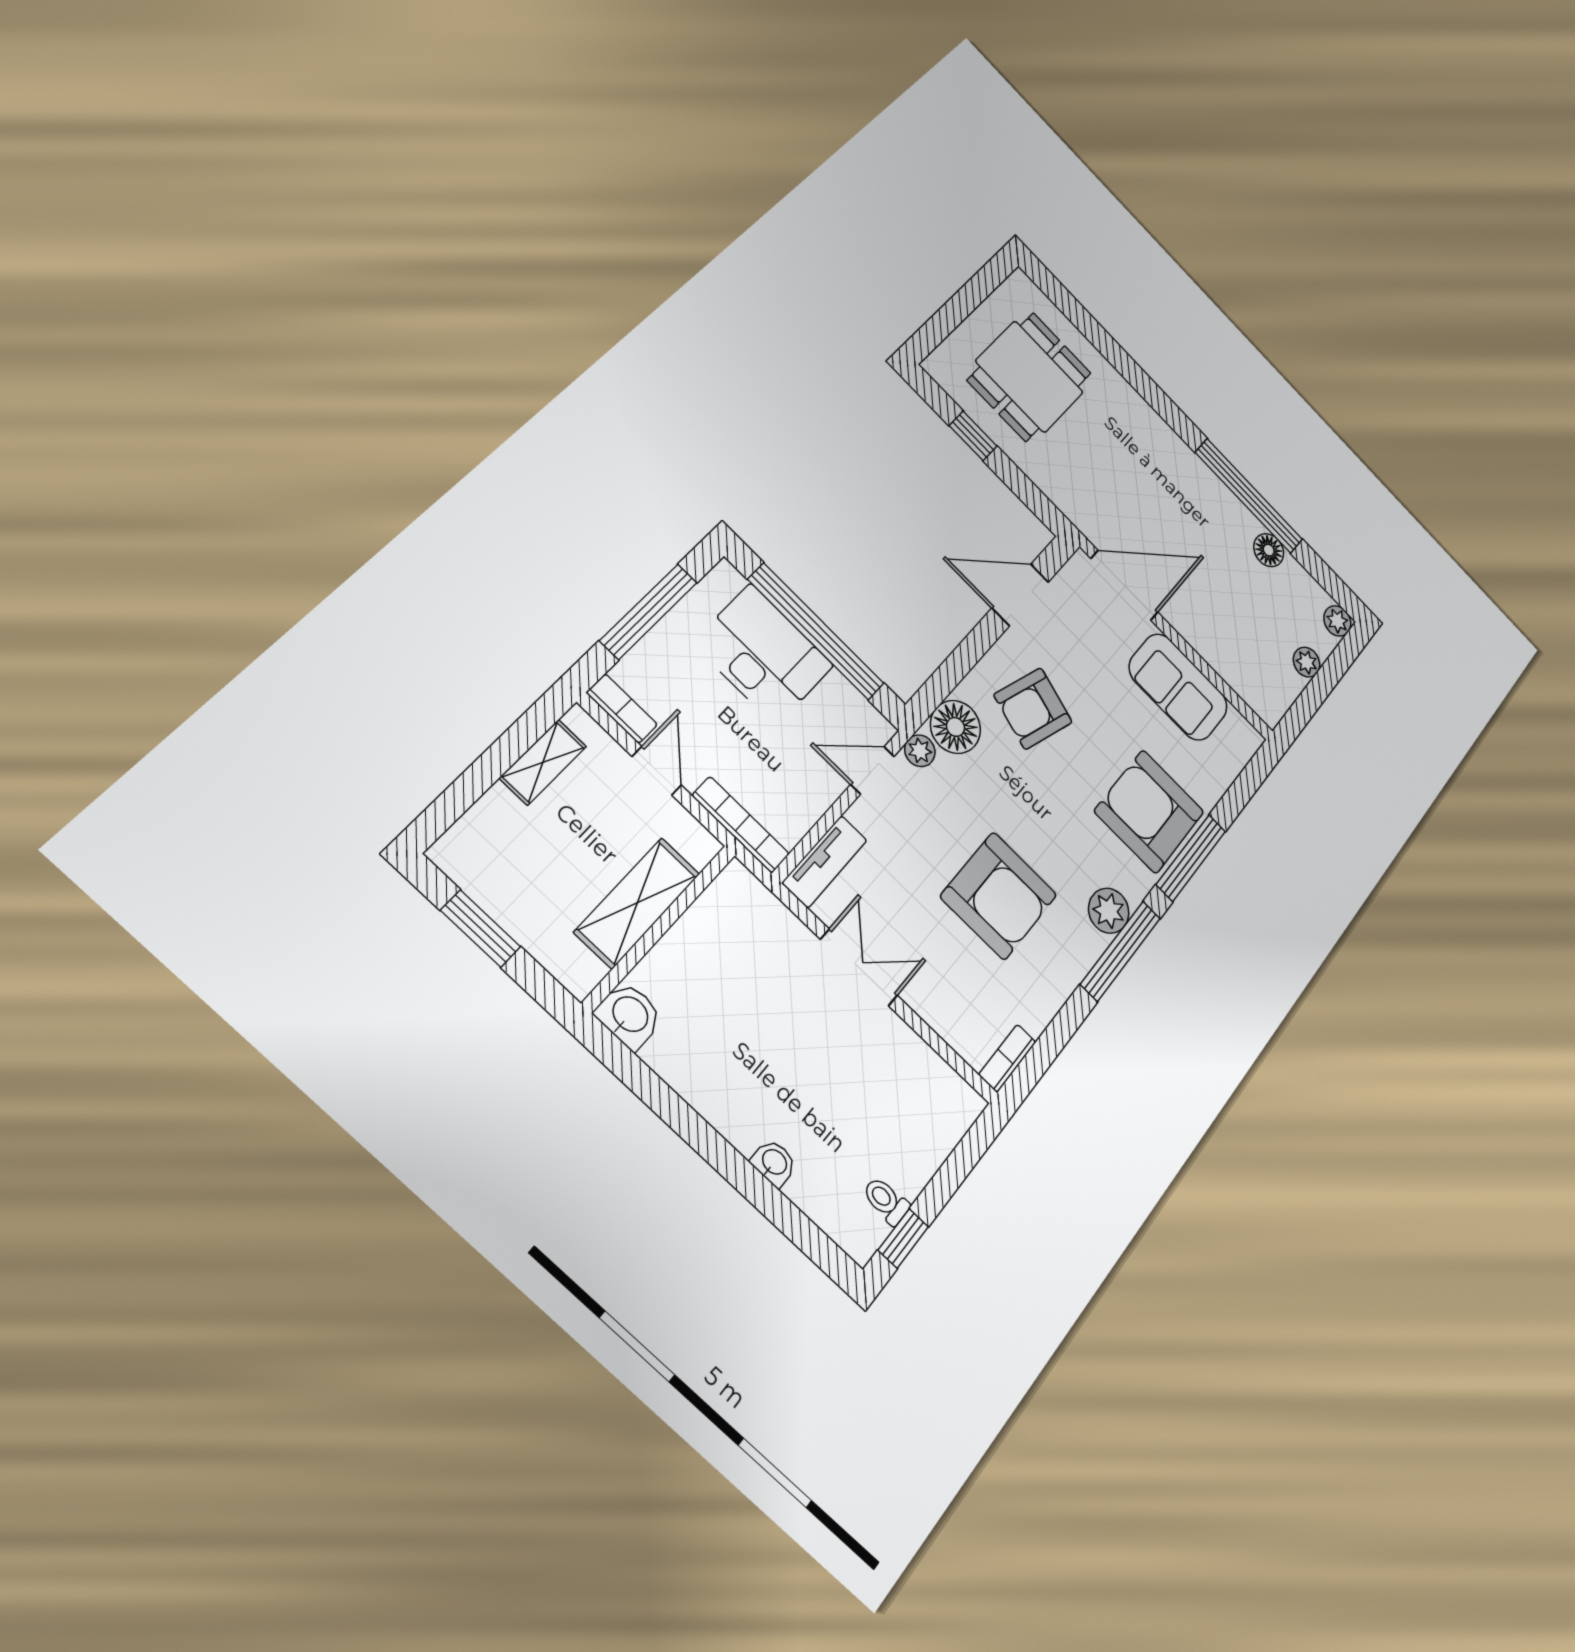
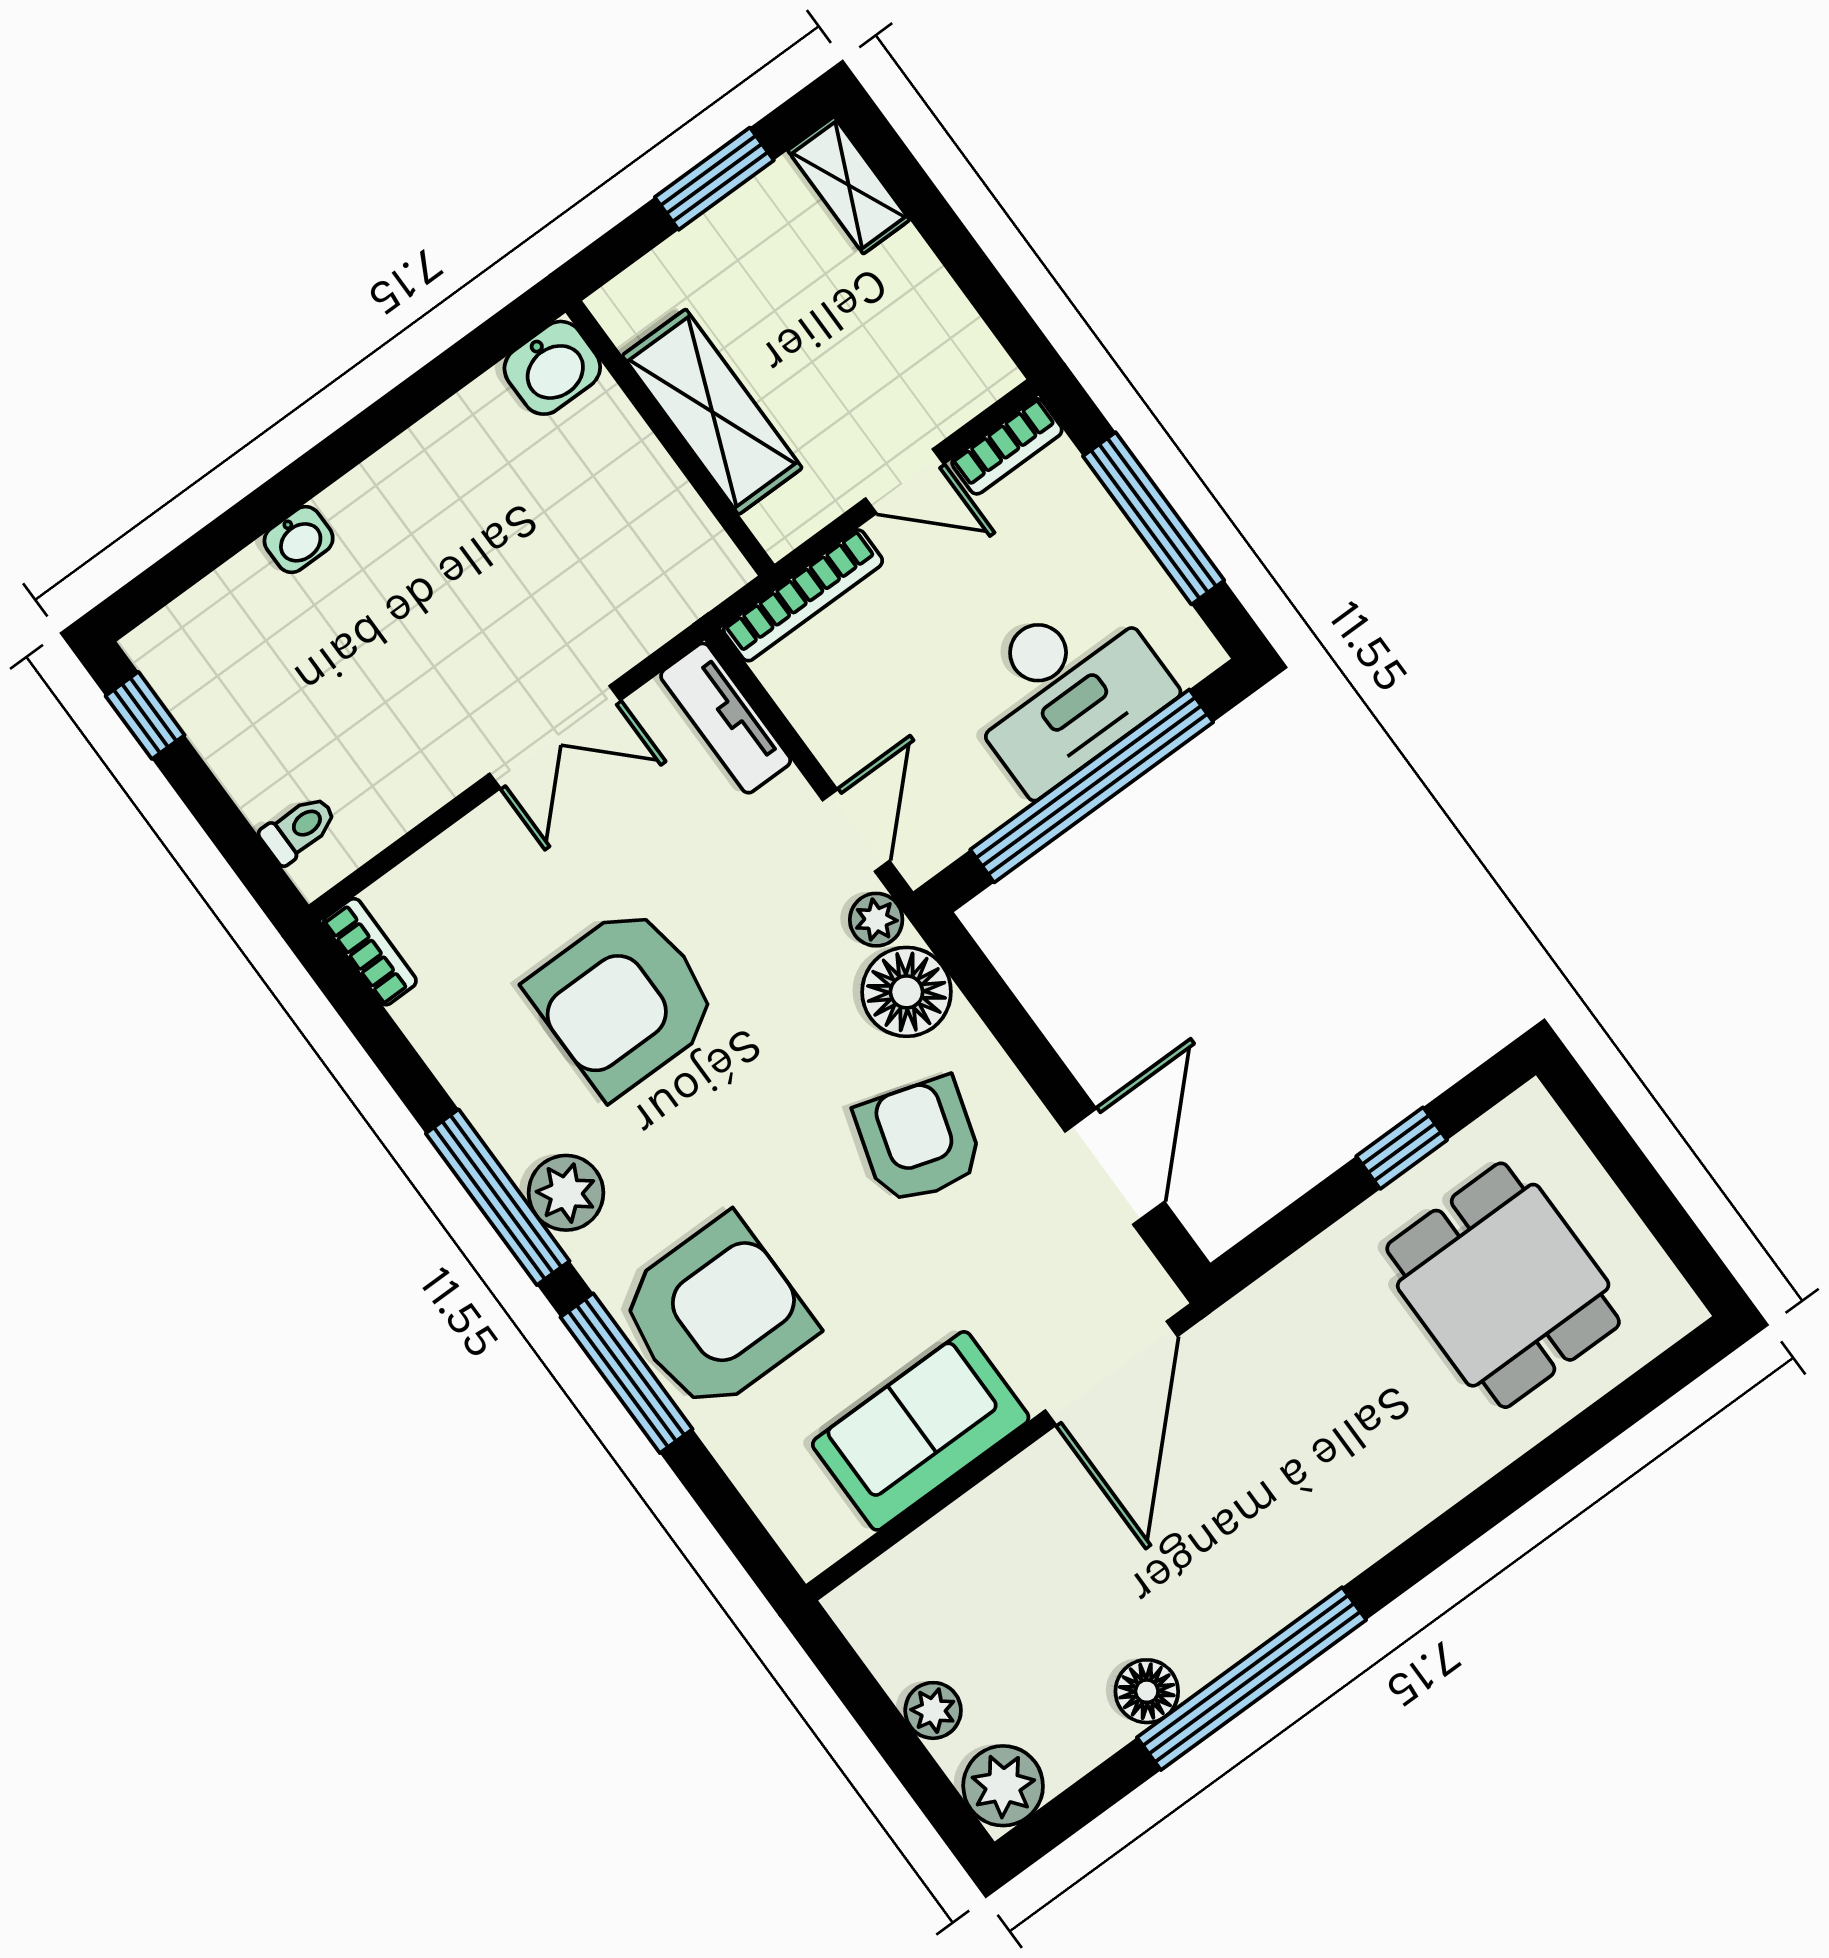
plant: (1337, 621) -> (1003, 1786), width x1.38, depth x1.38
shelving: (543, 762) -> (849, 185), moved
toilet: (886, 1201) -> (299, 829), moved

